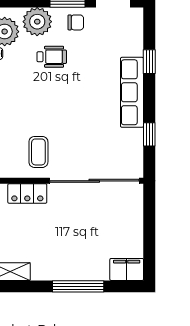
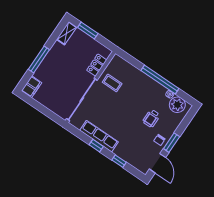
plant: (37, 22) -> (172, 123), removed
row of seats: (132, 92) -> (99, 136), moved
window: (149, 134) -> (96, 146), moved

